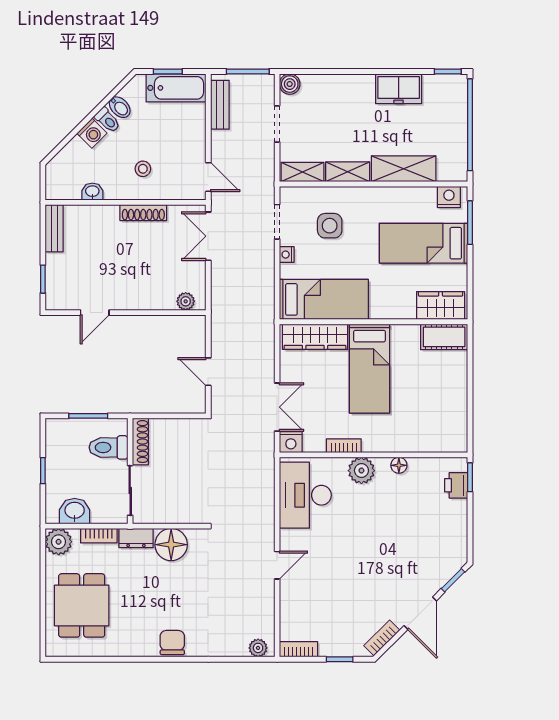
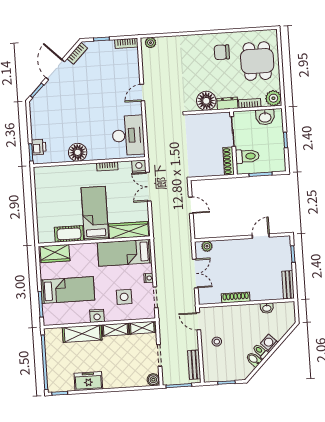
bathtub: (176, 88) -> (221, 373), removed
stool: (143, 169) -> (217, 342), moved
nightstand: (449, 197) -> (97, 316), moved
double door: (208, 236) -> (195, 273), moved
cot: (444, 337) -> (69, 234), moved
floor lamp: (399, 465) -> (78, 152), width x1.89, depth x1.89
plant: (361, 471) -> (96, 152), removed
chair: (172, 643) -> (222, 52), moved, turned 90

